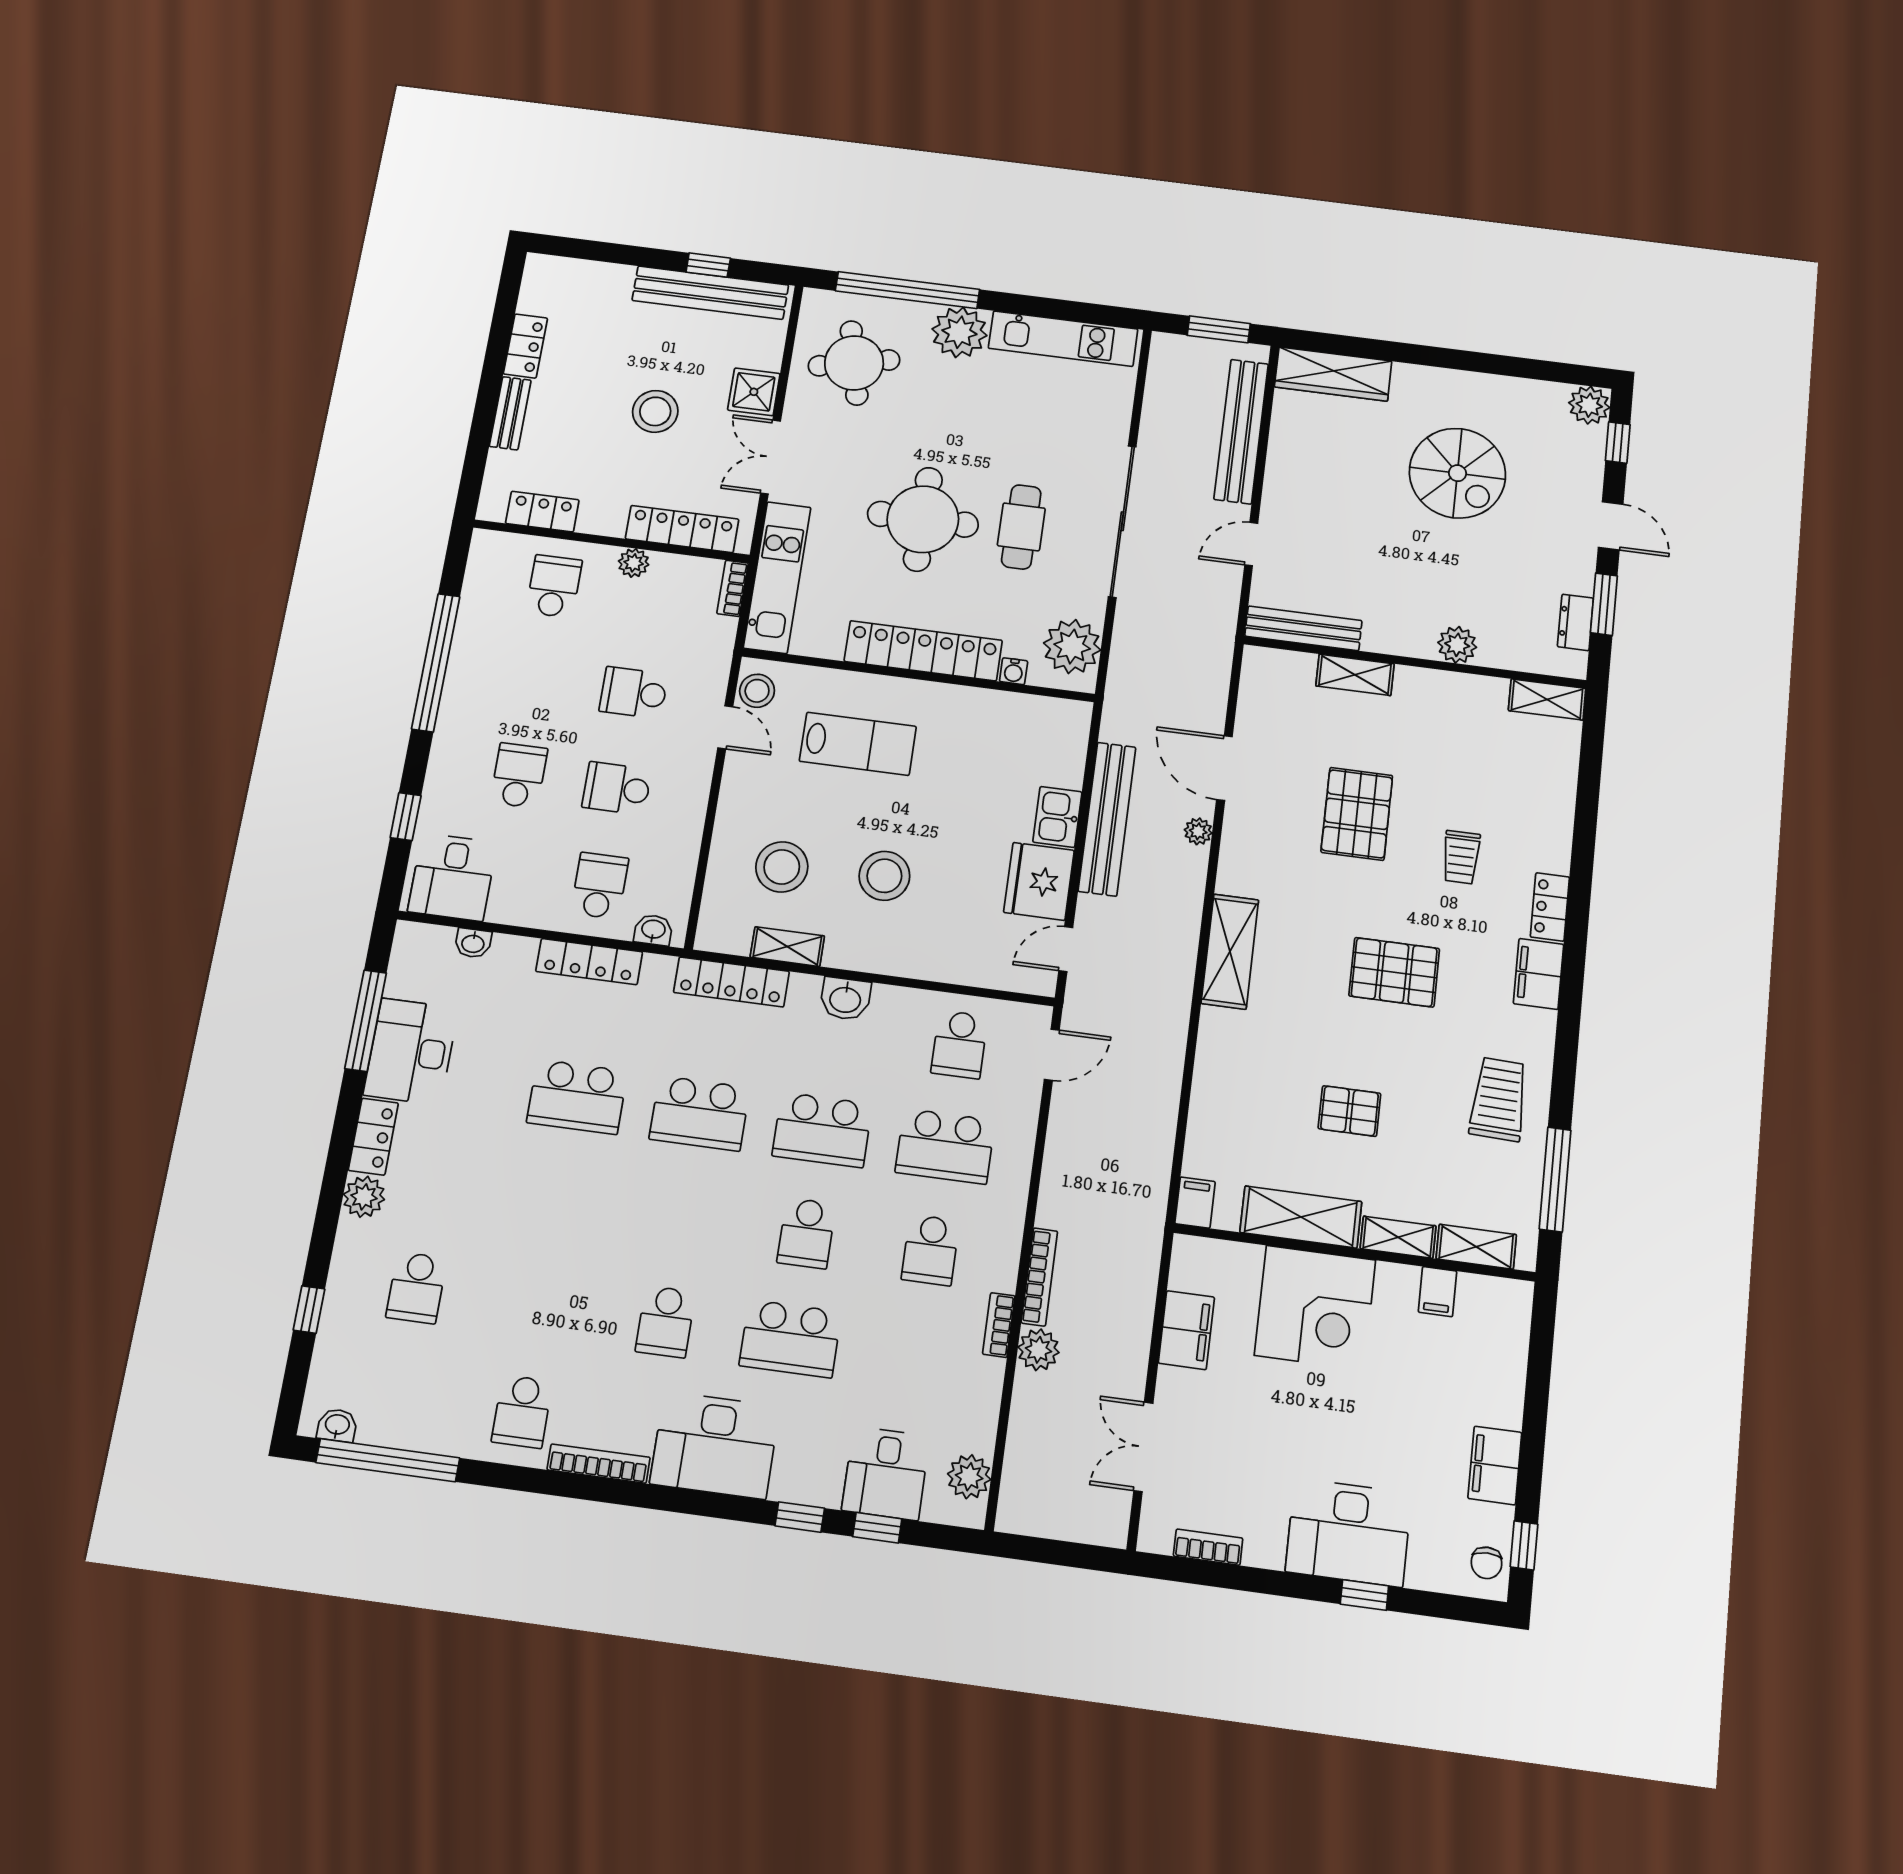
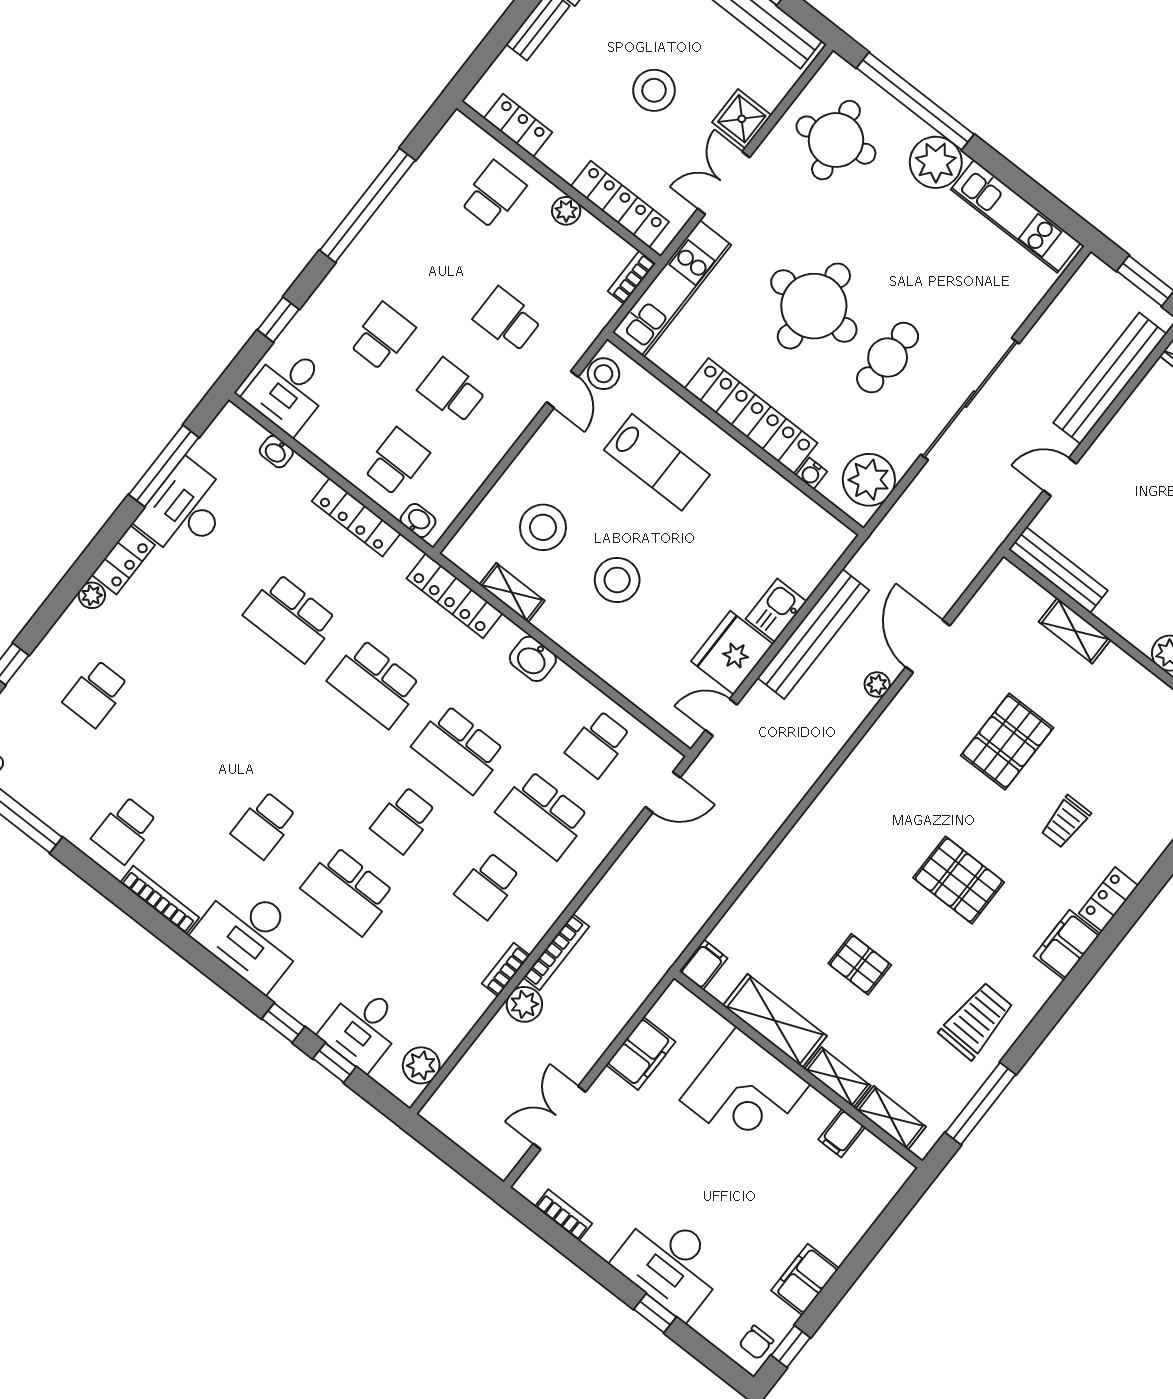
shelving: (1230, 952) -> (844, 792), removed
plant: (364, 1197) -> (92, 595), width x0.73, depth x0.73

